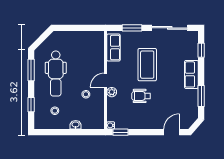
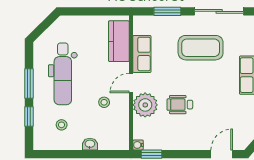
row of seats: (113, 48) -> (142, 54), moved
kitchen counter: (97, 50) -> (119, 41), added
coffee table: (147, 65) -> (201, 48), moved, turned 90
window: (31, 70) -> (29, 84), moved
plant: (112, 92) -> (145, 105), width x1.88, depth x1.88

